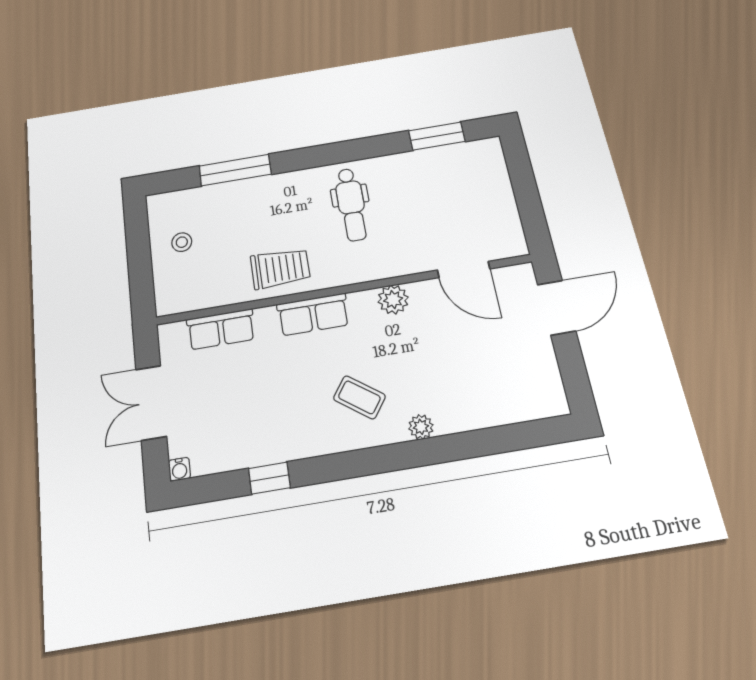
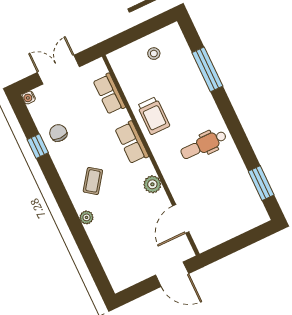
chair: (258, 434) -> (58, 133), added

